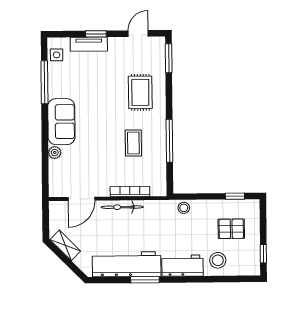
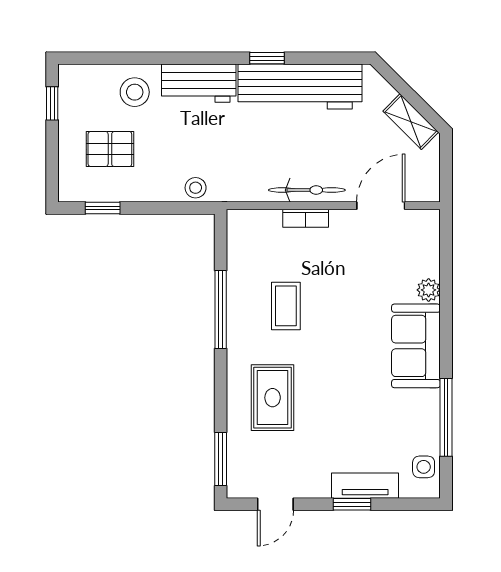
bookcase: (130, 191) -> (306, 218), width x0.64
window: (145, 280) -> (267, 58), width x0.67

